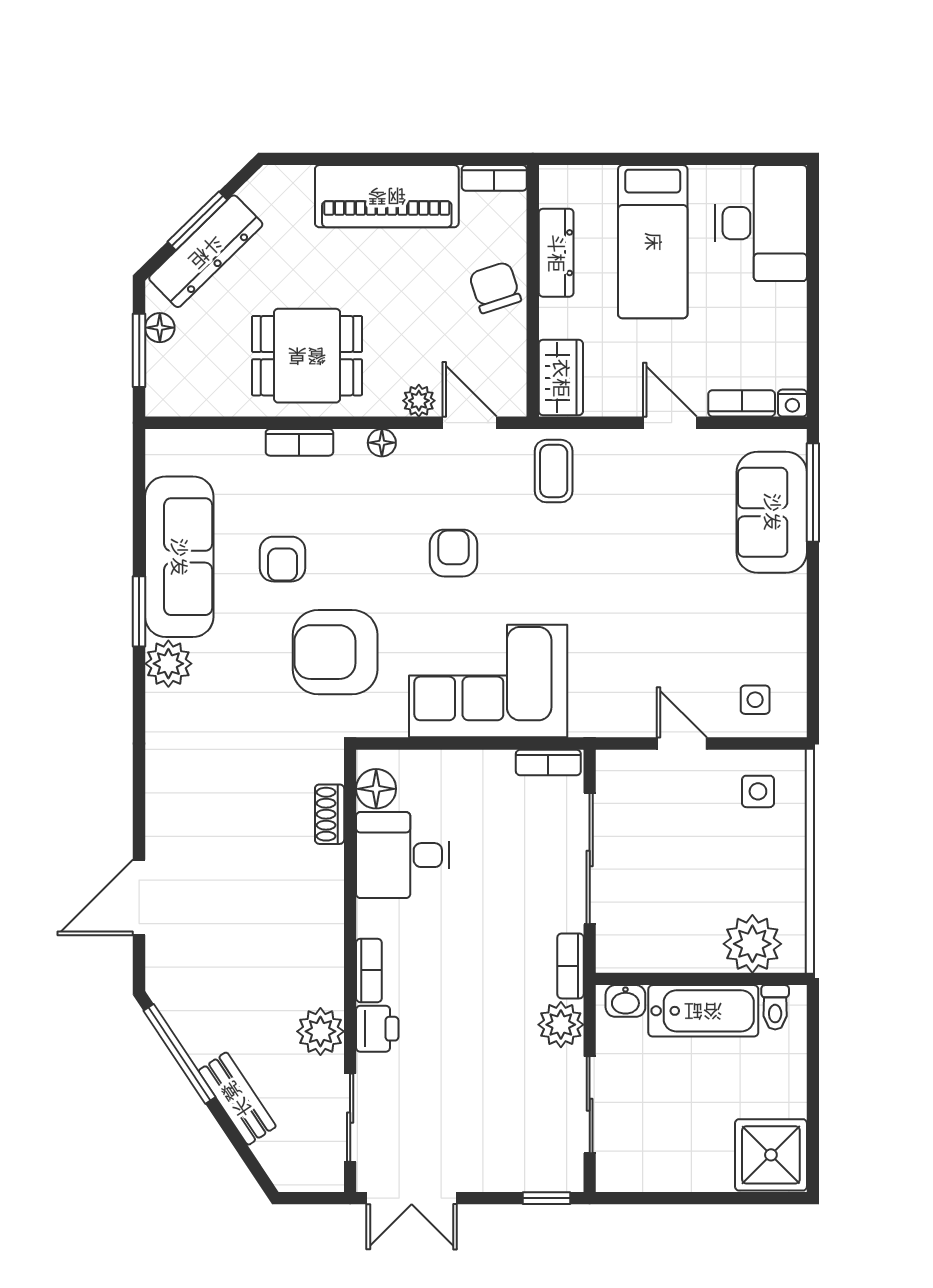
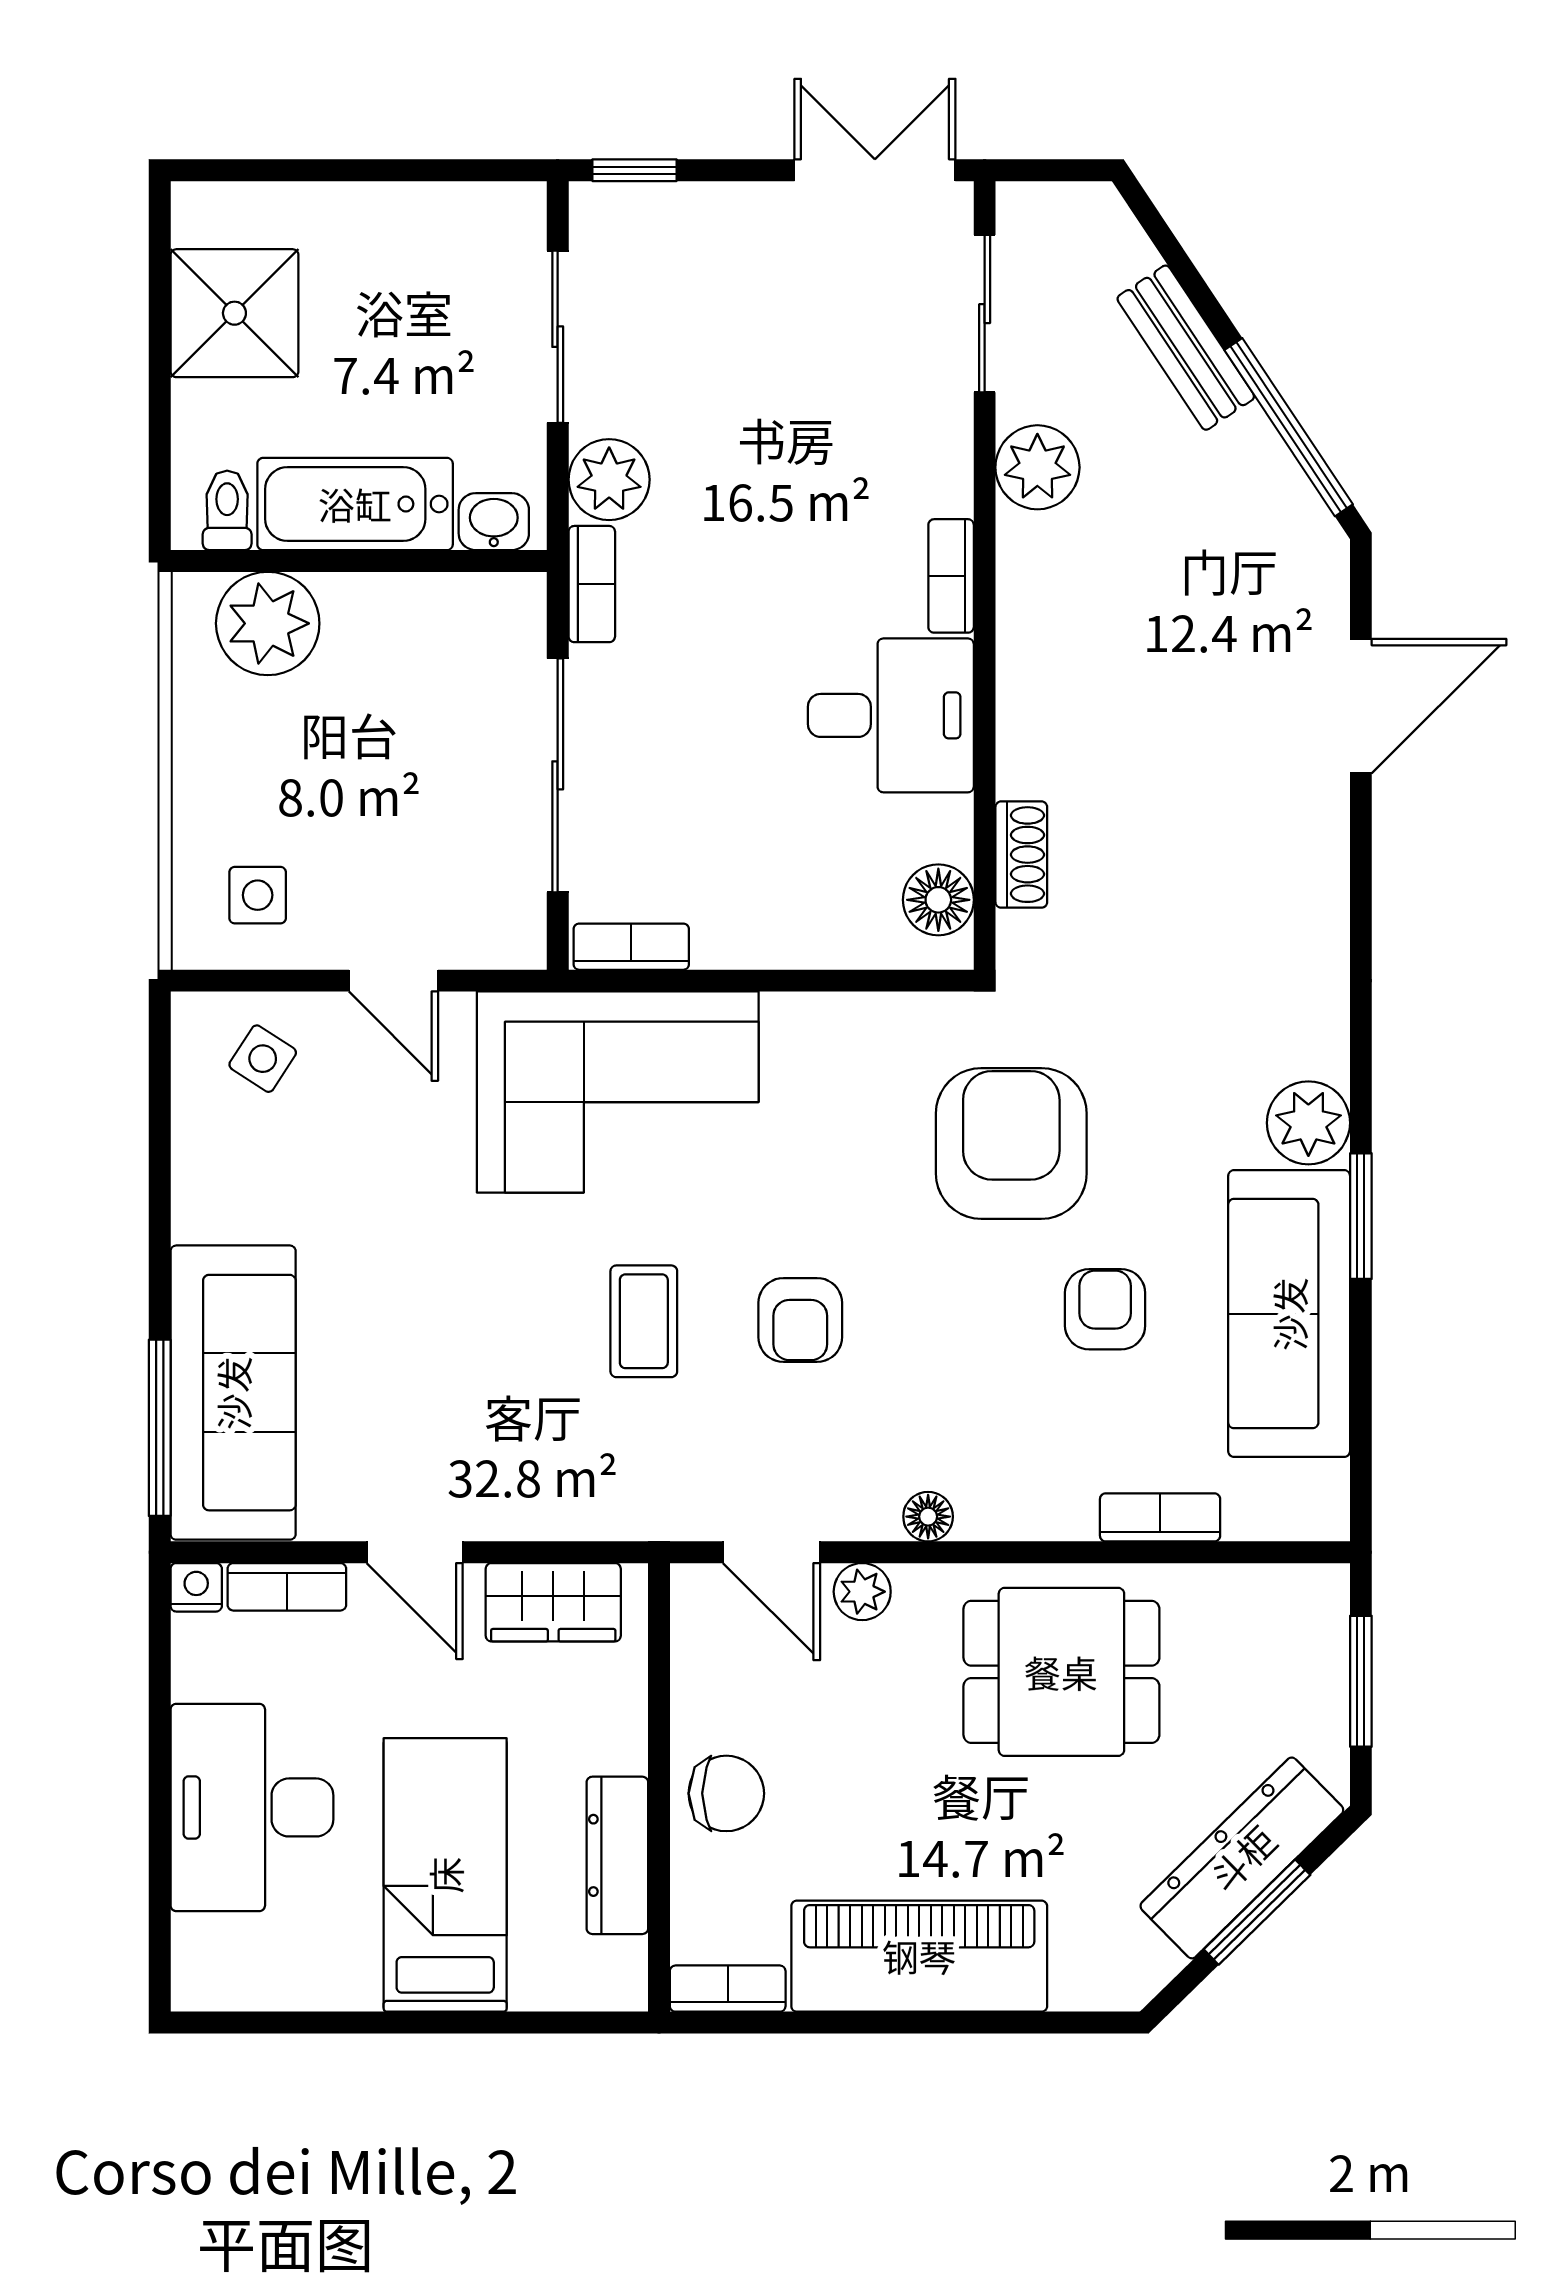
desk: (761, 223) -> (252, 1807), moved
chair: (495, 287) -> (726, 1793), turned -72
floor lamp: (160, 328) -> (1324, 1722), removed
wardrobe: (561, 378) -> (553, 1602), moved, turned -90
bookcase: (299, 442) -> (1160, 1517), moved
coffee table: (554, 471) -> (644, 1321), moved
sofa: (772, 512) -> (233, 1393), width x1.36
armchair: (335, 652) -> (1011, 1143), turned -90
corner sofa: (488, 681) -> (618, 1092), moved
side table: (755, 700) -> (263, 1059), turned 33
desk: (403, 855) -> (891, 715), moved
printer: (377, 1029) -> (936, 472), removed
shower: (771, 1155) -> (234, 313), moved

